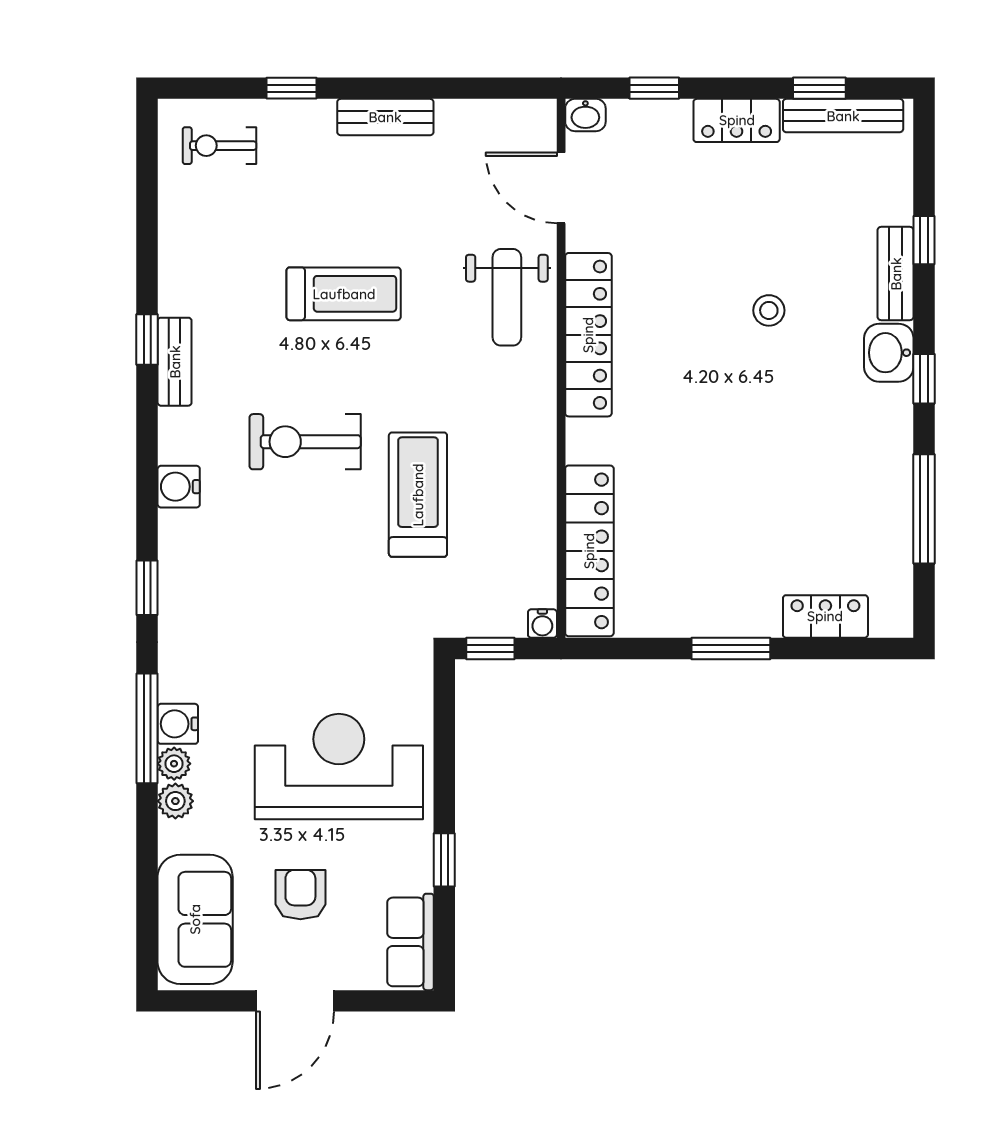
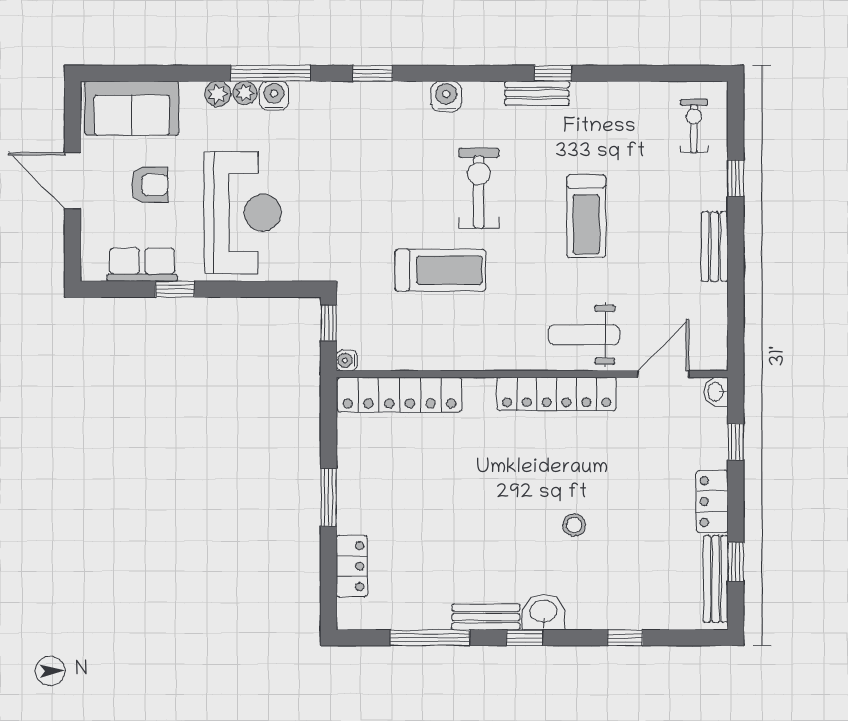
bench: (896, 274) -> (486, 617), moved
row of seats: (411, 942) -> (142, 265), moved

